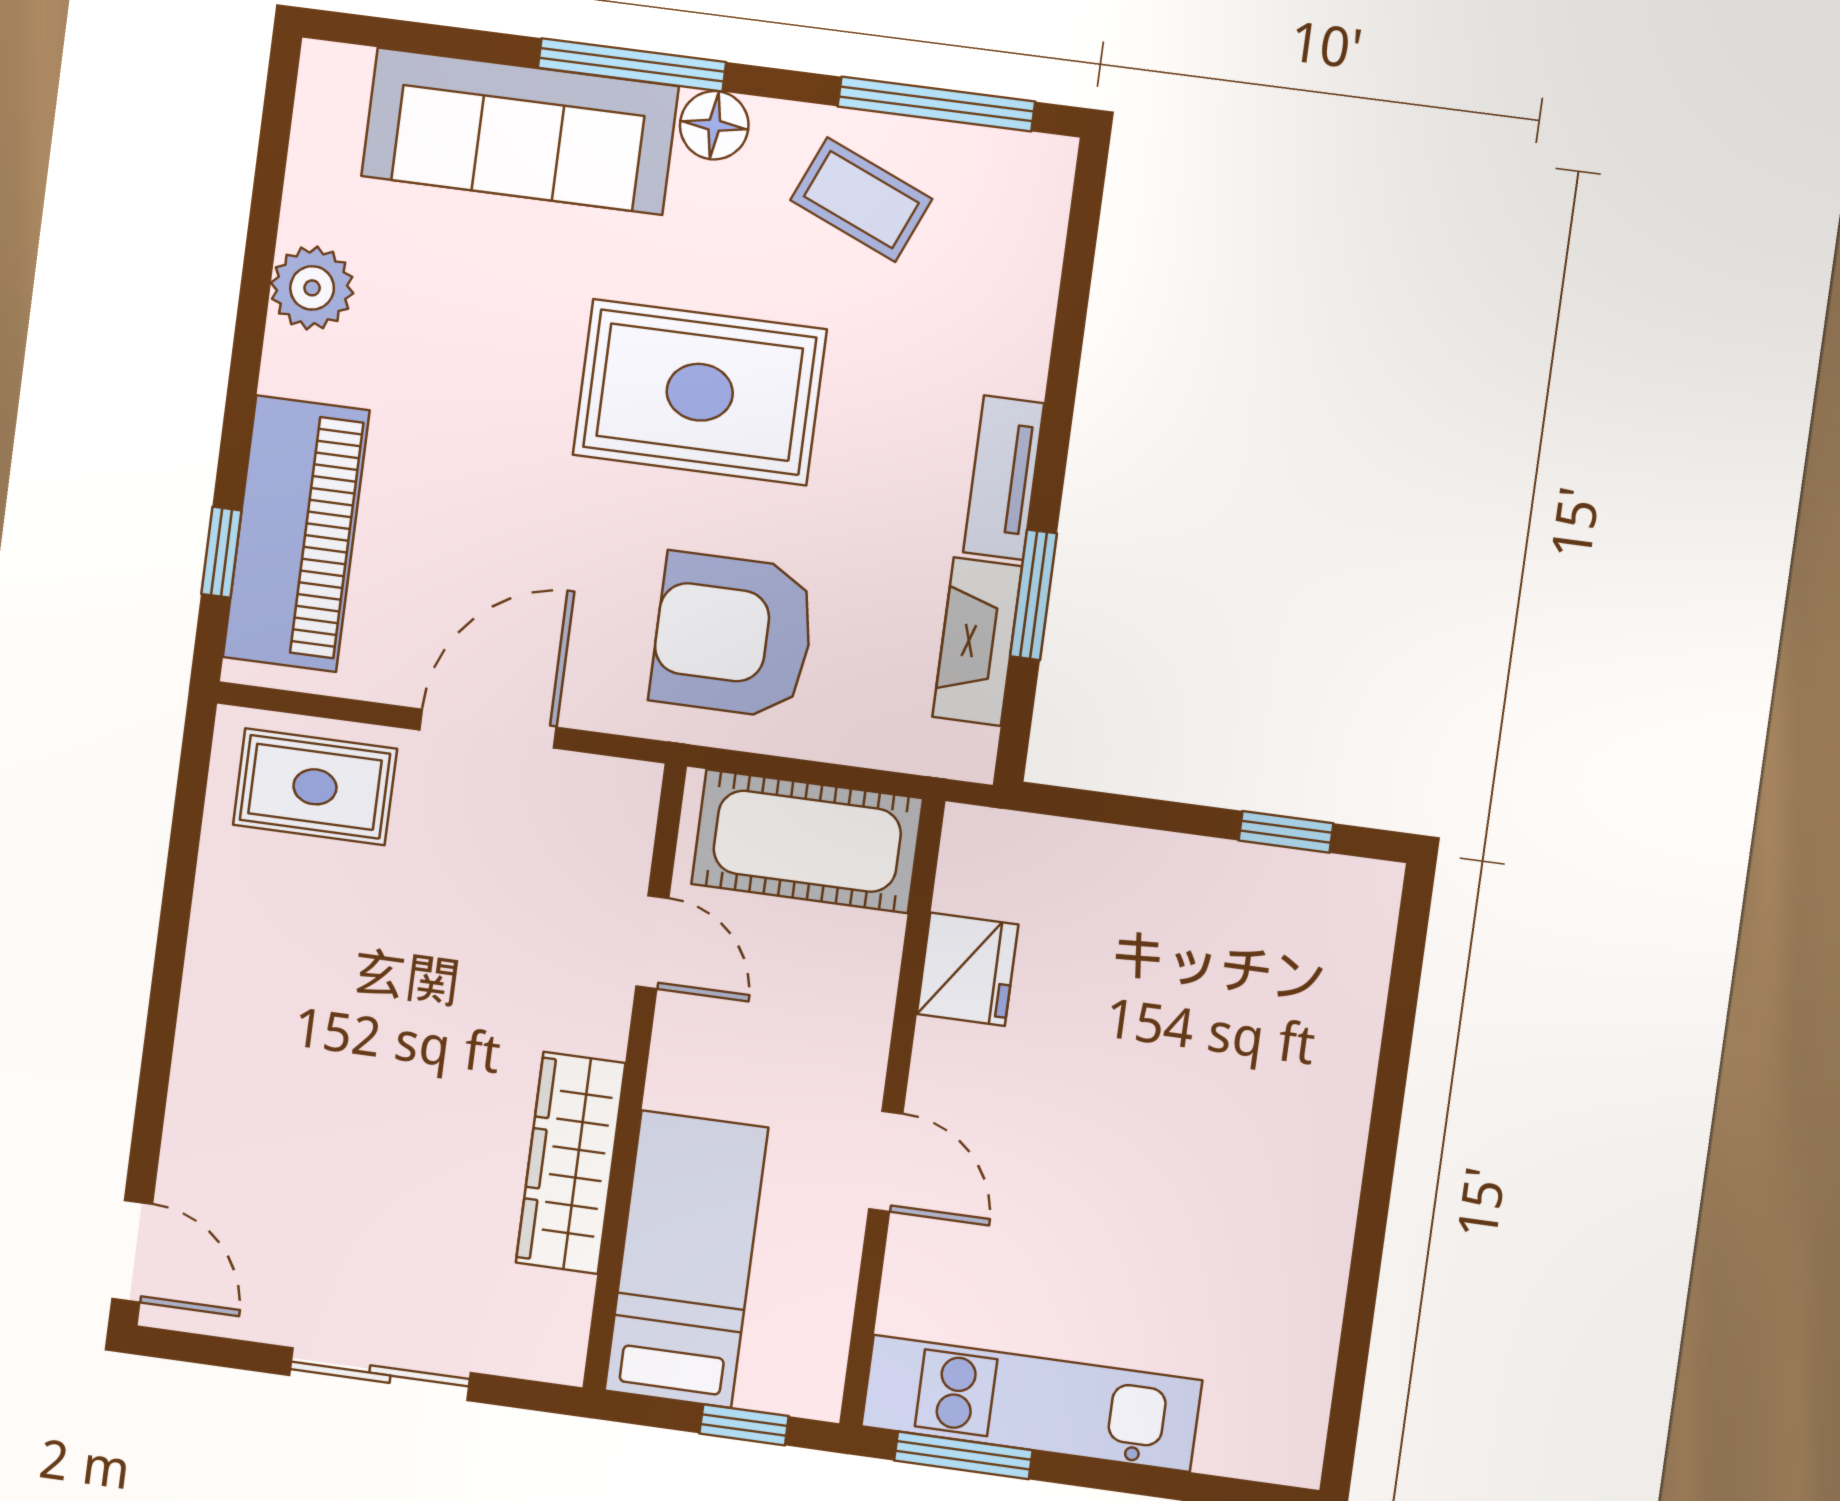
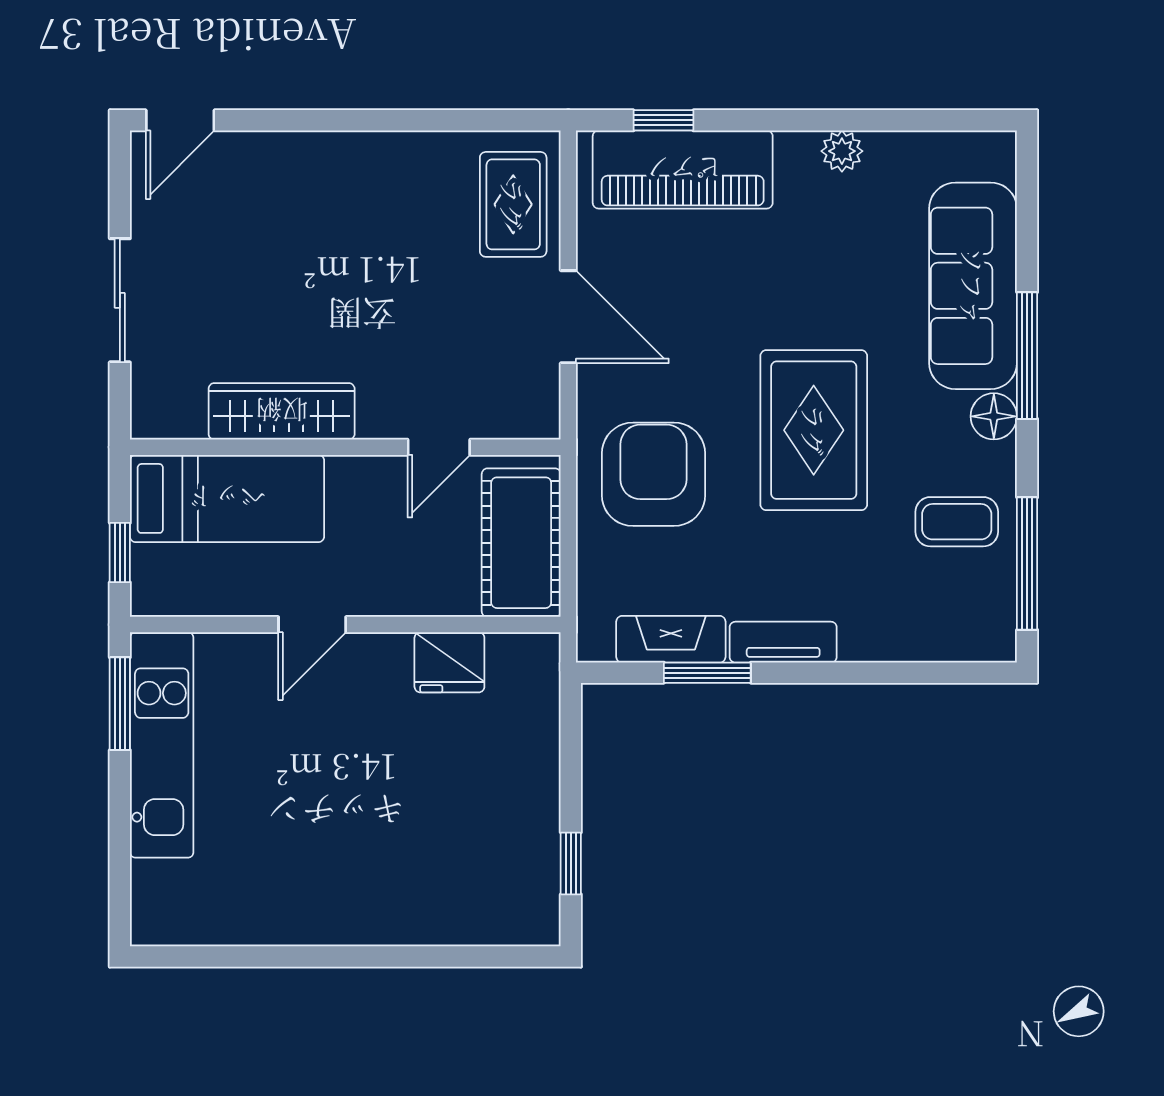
coffee table: (861, 200) -> (957, 522), turned 67
plant: (312, 288) -> (842, 151), width x0.73, depth x0.73

